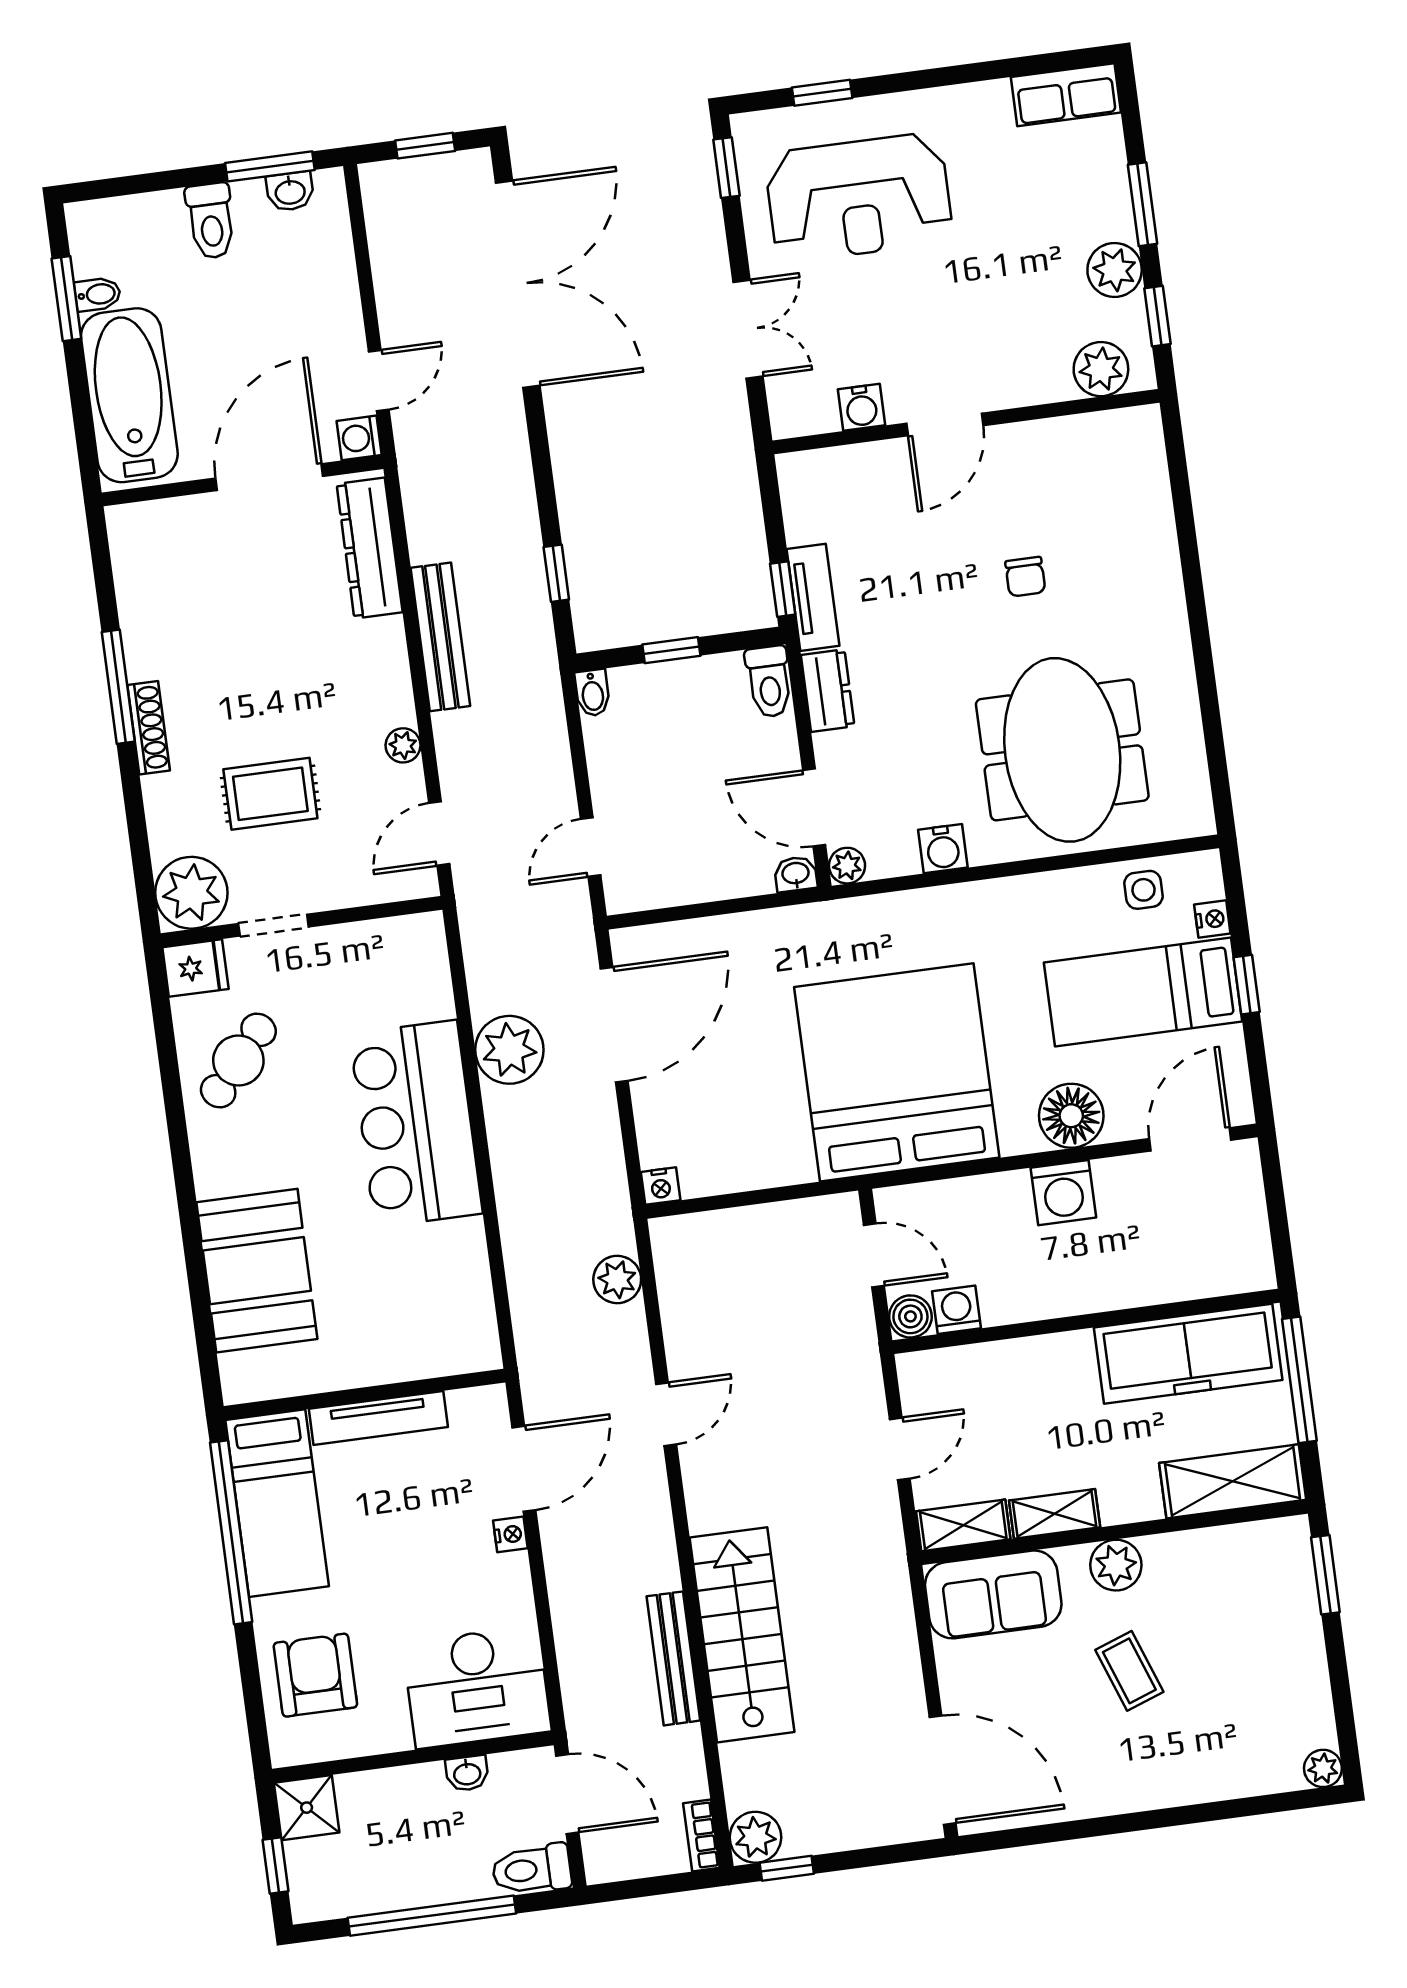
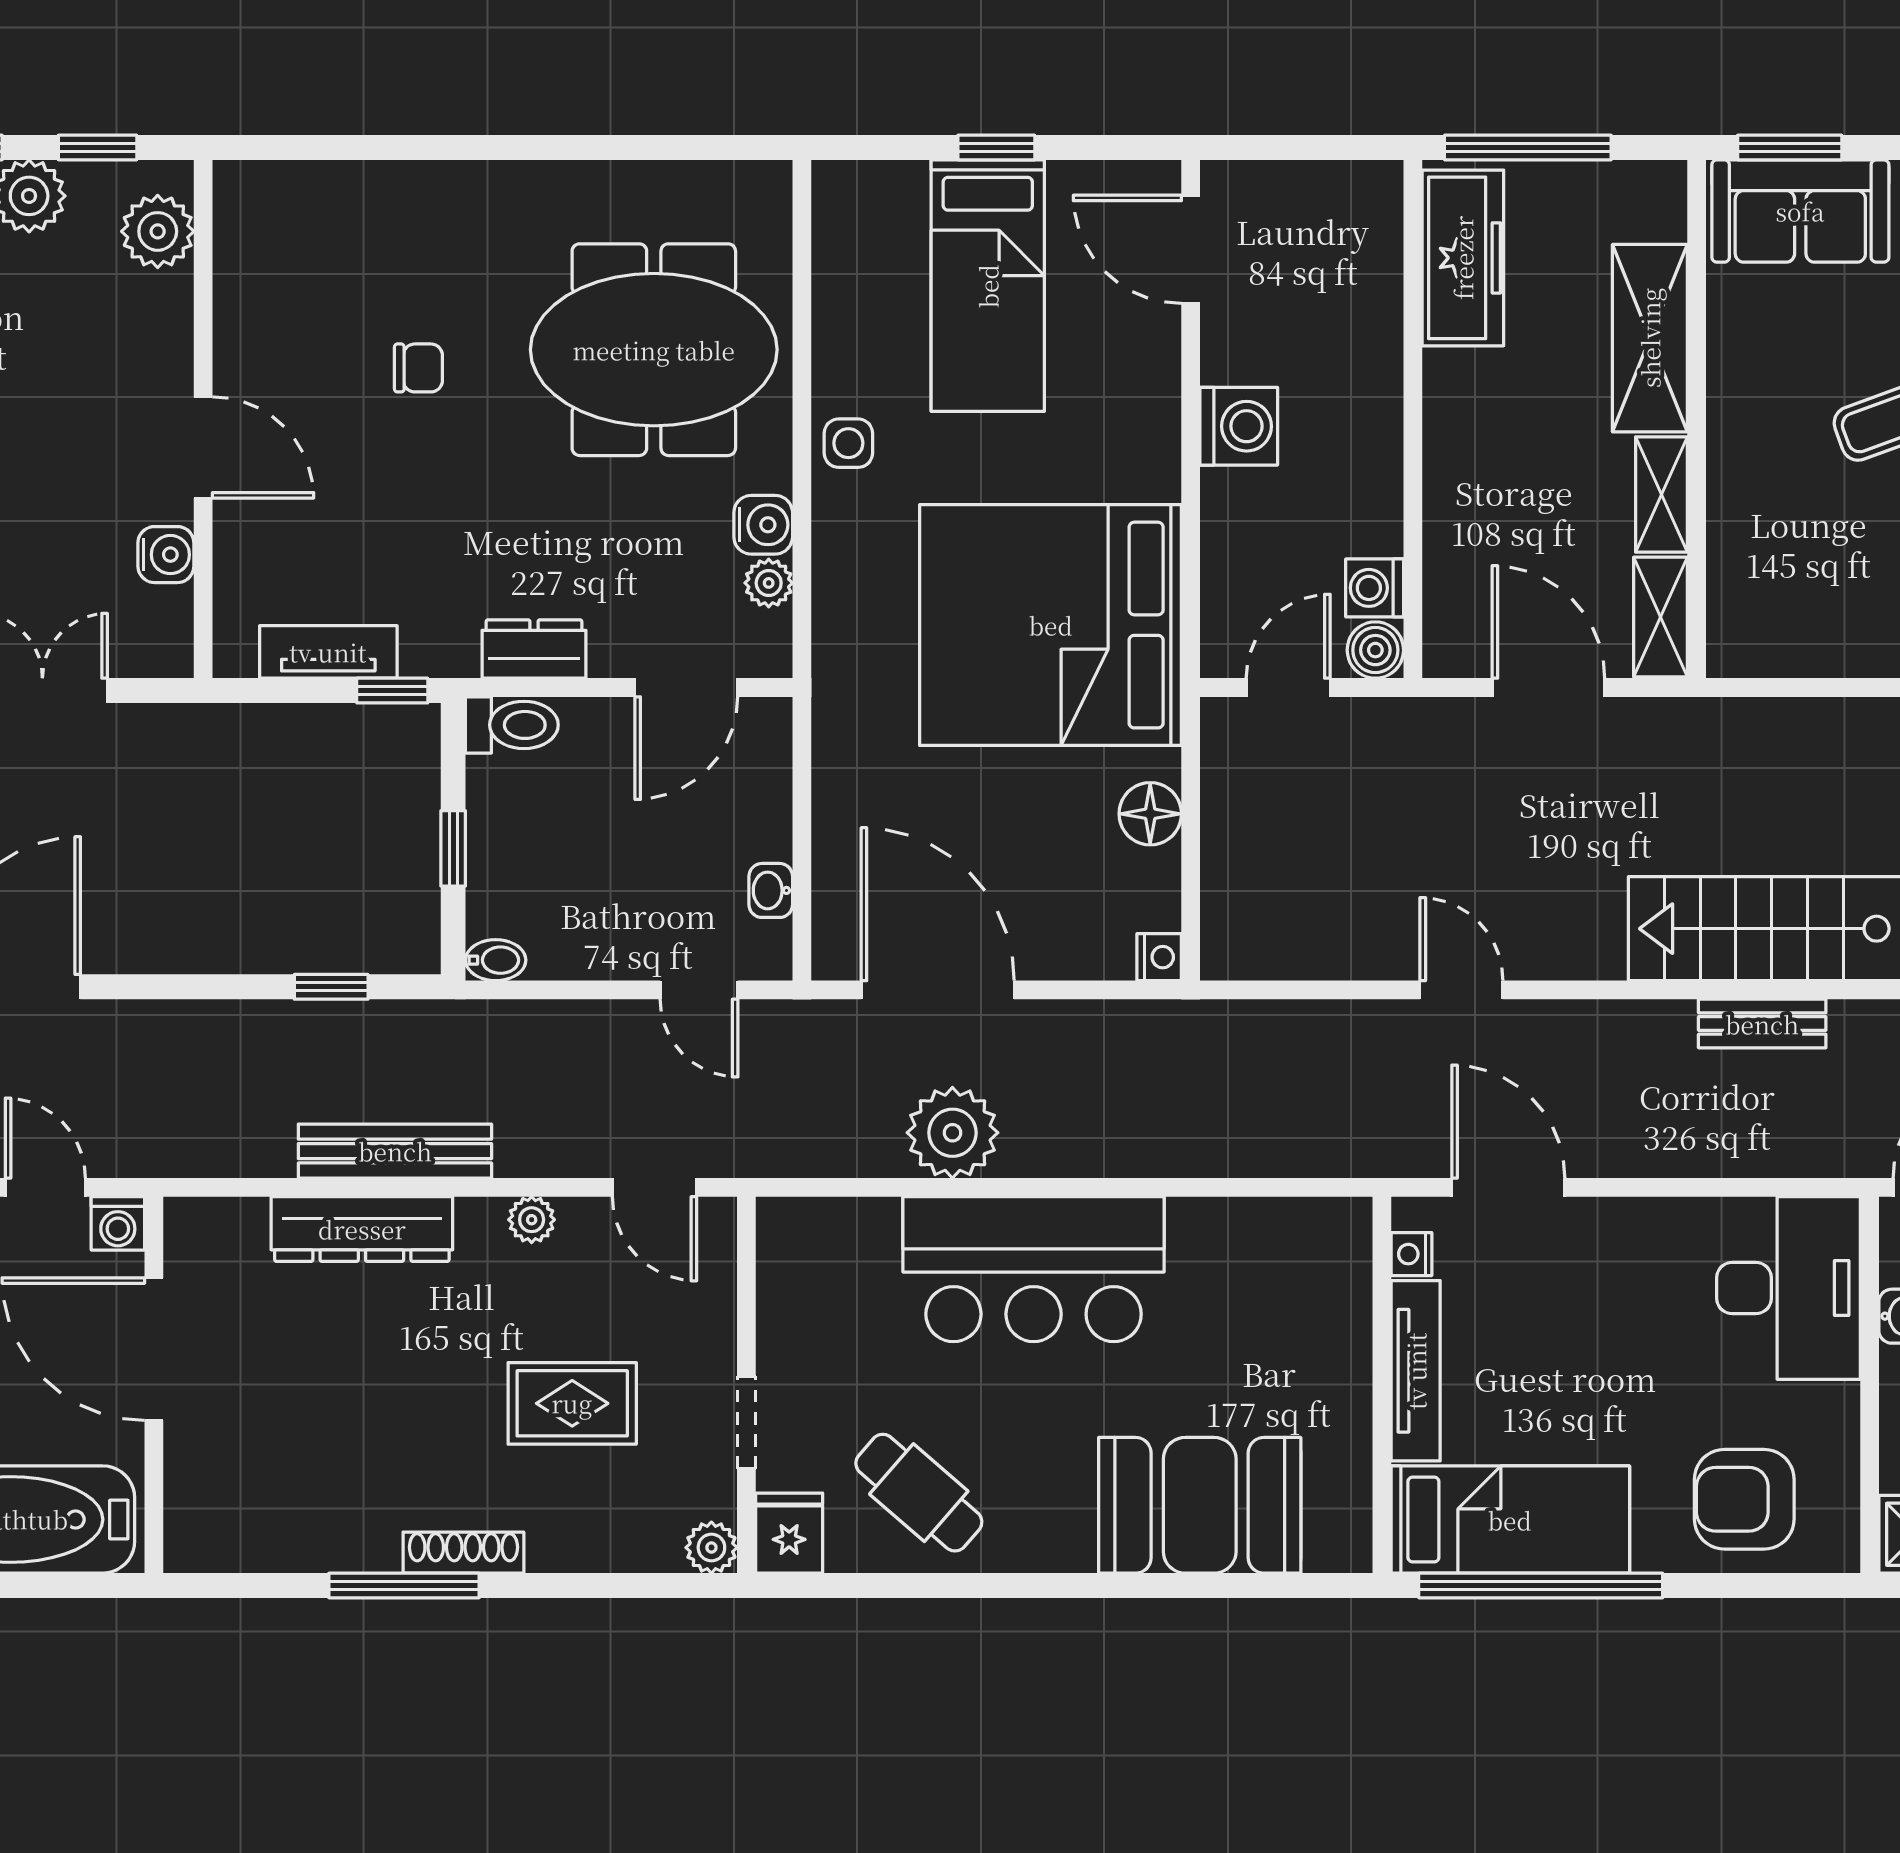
dresser: (370, 548) -> (362, 1229), moved
tv unit: (813, 597) -> (328, 652), moved
rug: (270, 794) -> (572, 1403), turned 90
plant: (847, 866) -> (769, 583), moved
washbasin: (796, 874) -> (771, 890), moved
side table: (1143, 890) -> (848, 443), moved
plant: (191, 893) -> (711, 1548), width x0.53, depth x0.53
nightstand: (1212, 919) -> (904, 181), removed
floor lamp: (1071, 1116) -> (1150, 814), moved, width x0.73, depth x0.73
plant: (617, 1280) -> (1275, 1031), removed
freezer: (1188, 1354) -> (1463, 258), width x0.73, depth x0.79
door: (900, 1449) -> (1548, 687), width x1.38
shelving: (1233, 1481) -> (1650, 338), moved
nightstand: (510, 1534) -> (1412, 1254), moved, turned -90
plant: (1116, 1565) -> (1740, 422), removed
sofa: (993, 1594) -> (1800, 211), moved, turned 90
bench: (673, 1658) -> (1762, 1024), width x0.73

